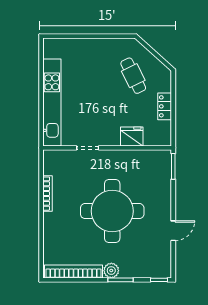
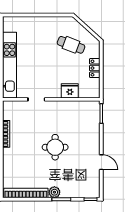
cafe table: (133, 76) -> (71, 45), turned -43
round table: (112, 211) -> (55, 147), width x0.54, depth x0.54
door: (173, 231) -> (101, 162), hinge flipped

